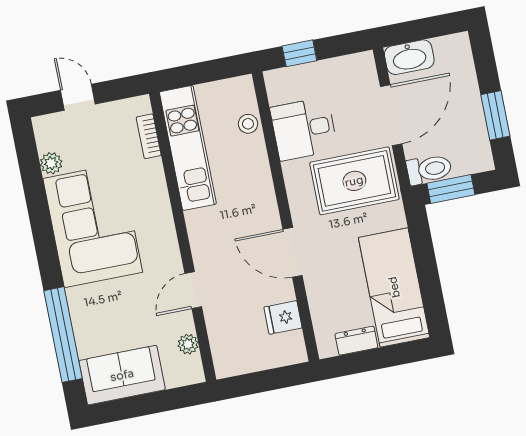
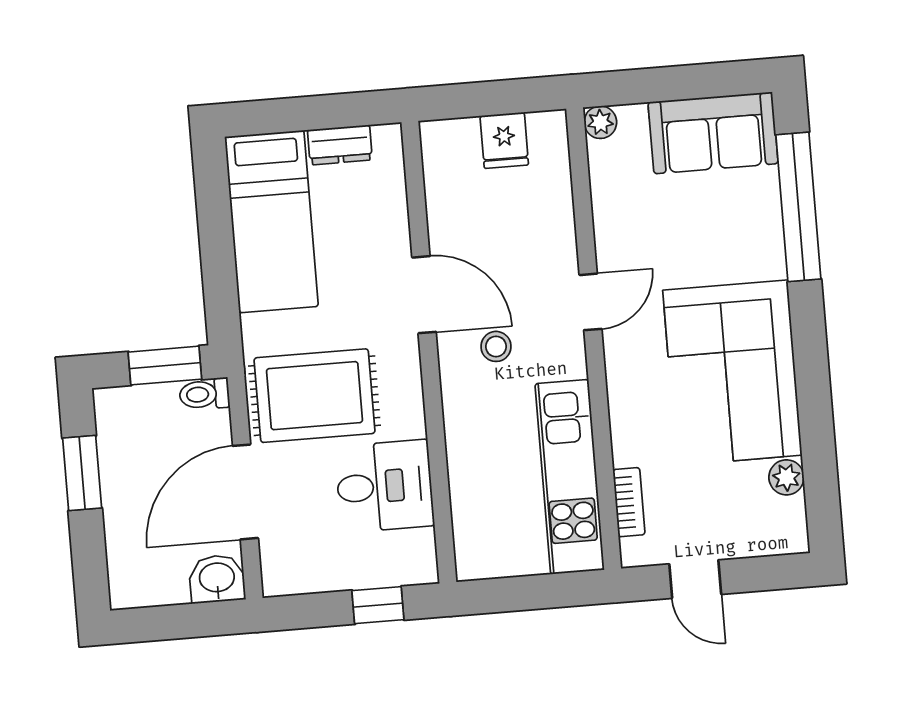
washbasin: (409, 57) -> (217, 579), width x0.72
door: (78, 97) -> (695, 579), moved
stool: (248, 124) -> (496, 346), moved
toilet: (429, 169) -> (204, 394), width x0.73, depth x0.72
door: (193, 290) -> (591, 302), moved
fridge: (283, 317) -> (504, 140), moved, turned 90
plant: (188, 344) -> (600, 122), moved

